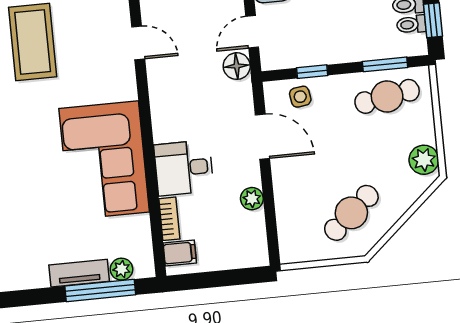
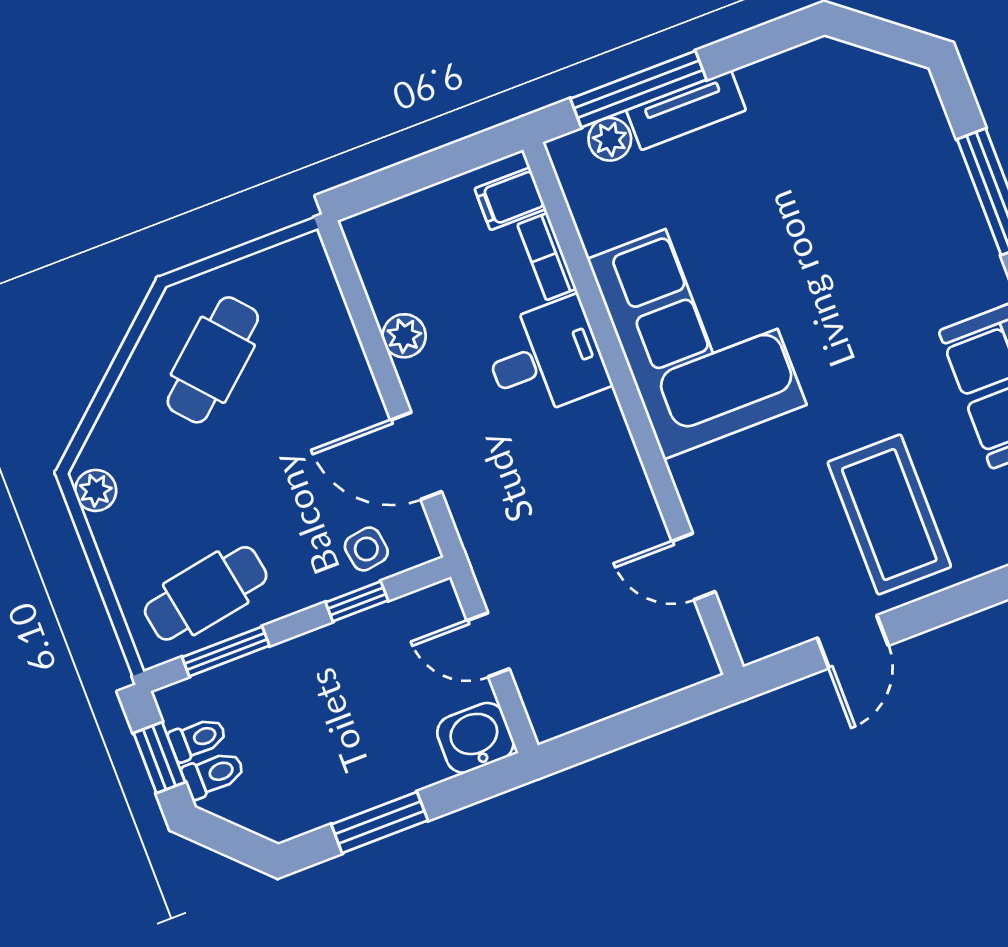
door: (252, 32) -> (488, 645), swing flipped
floor lamp: (237, 66) -> (499, 573), removed
plant: (424, 160) -> (96, 490), width x0.73, depth x0.73

